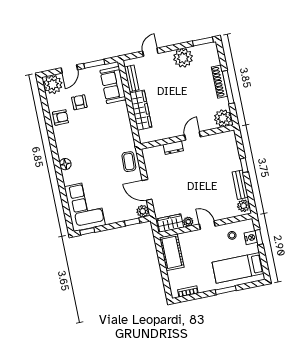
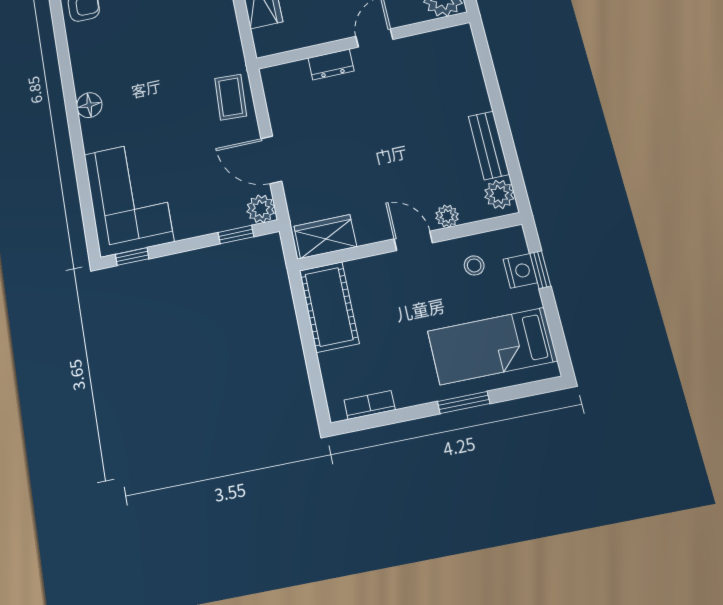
window: (244, 165) -> (496, 101), removed
plant: (188, 222) -> (447, 216), moved

